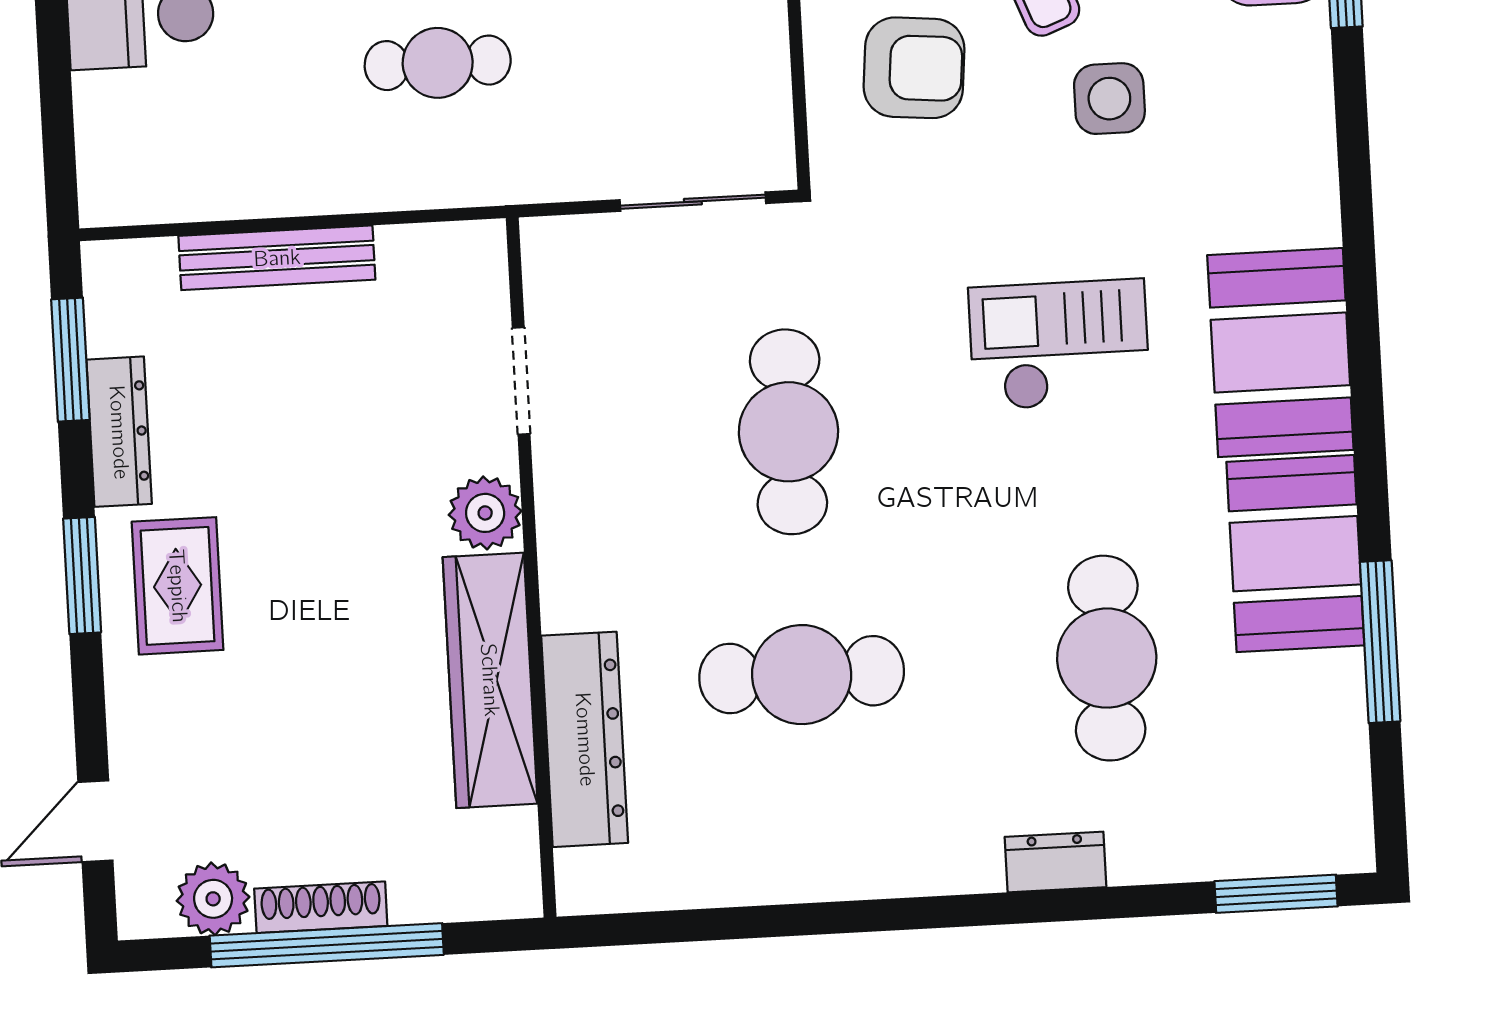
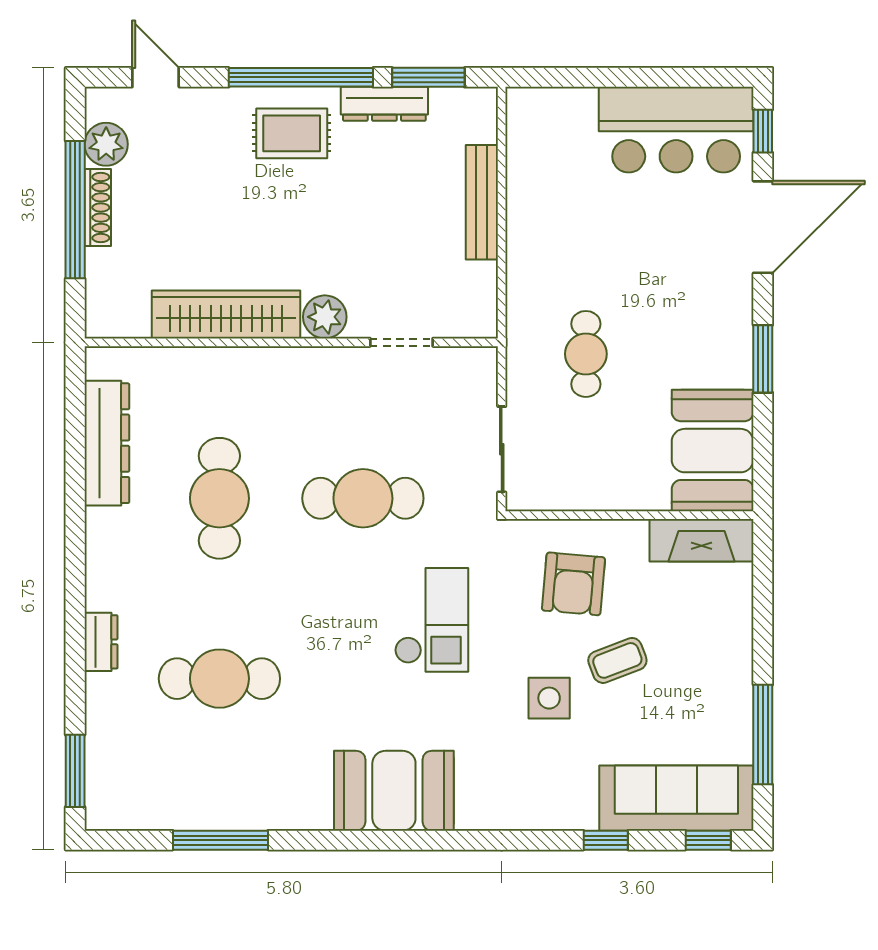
cafe table: (438, 63) -> (586, 354), moved
checkout: (1059, 345) -> (431, 620), moved
booth: (1295, 554) -> (275, 793), removed
window: (82, 575) -> (301, 77), width x2.11
dresser: (585, 739) -> (107, 443), moved, turned -90

